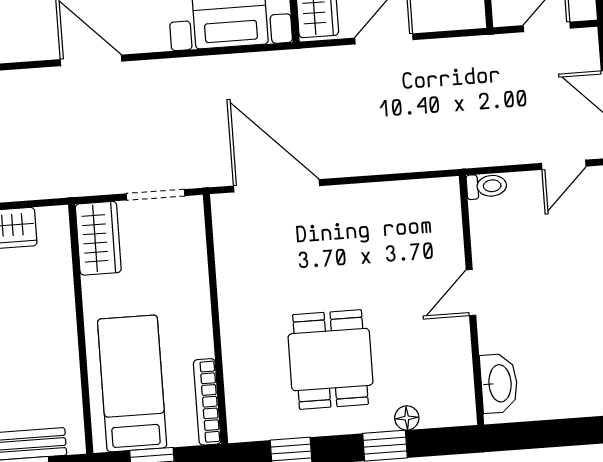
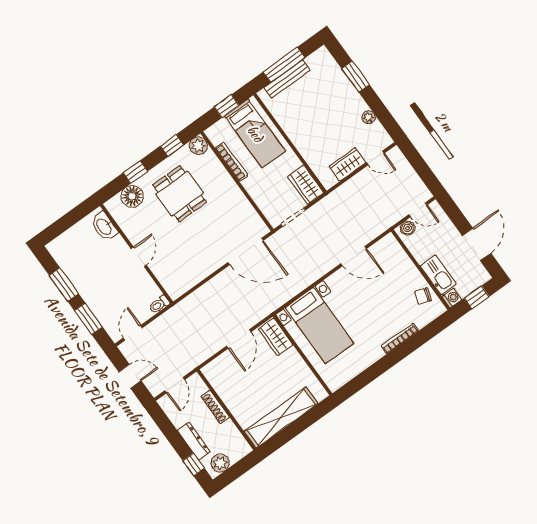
bookcase: (207, 402) -> (232, 162), moved
floor lamp: (407, 418) -> (132, 196), width x1.89, depth x1.89
plant: (245, 424) -> (198, 146), added

